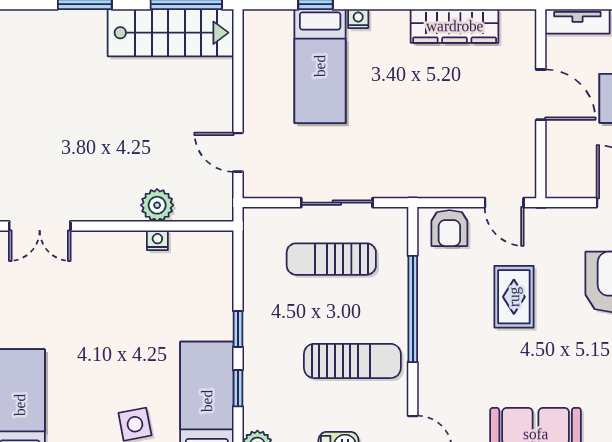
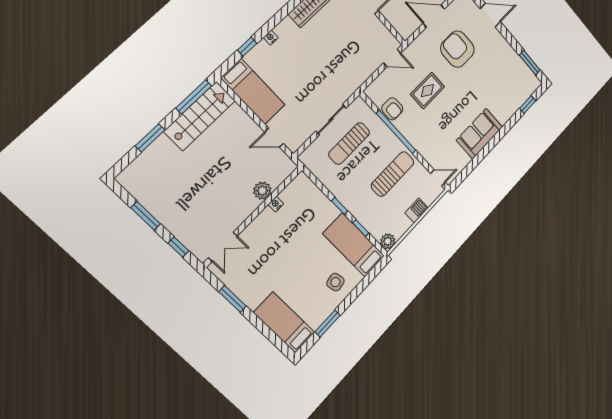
bed: (320, 66) -> (253, 91), moved
armchair: (449, 228) -> (392, 109), moved
rug: (514, 297) -> (427, 91), turned 90

